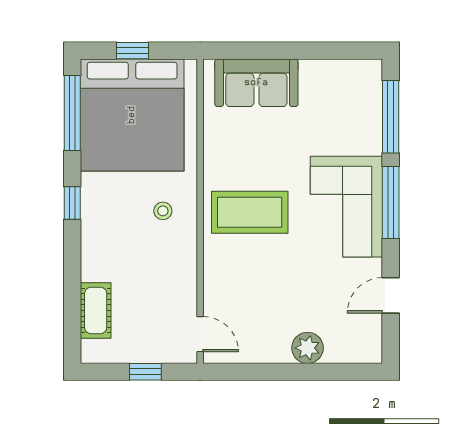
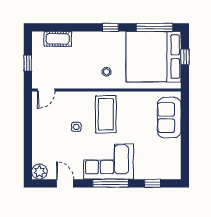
window: (391, 117) -> (153, 183), width x0.46
side table: (276, 273) -> (76, 127), added
plant: (308, 348) -> (39, 172), moved

